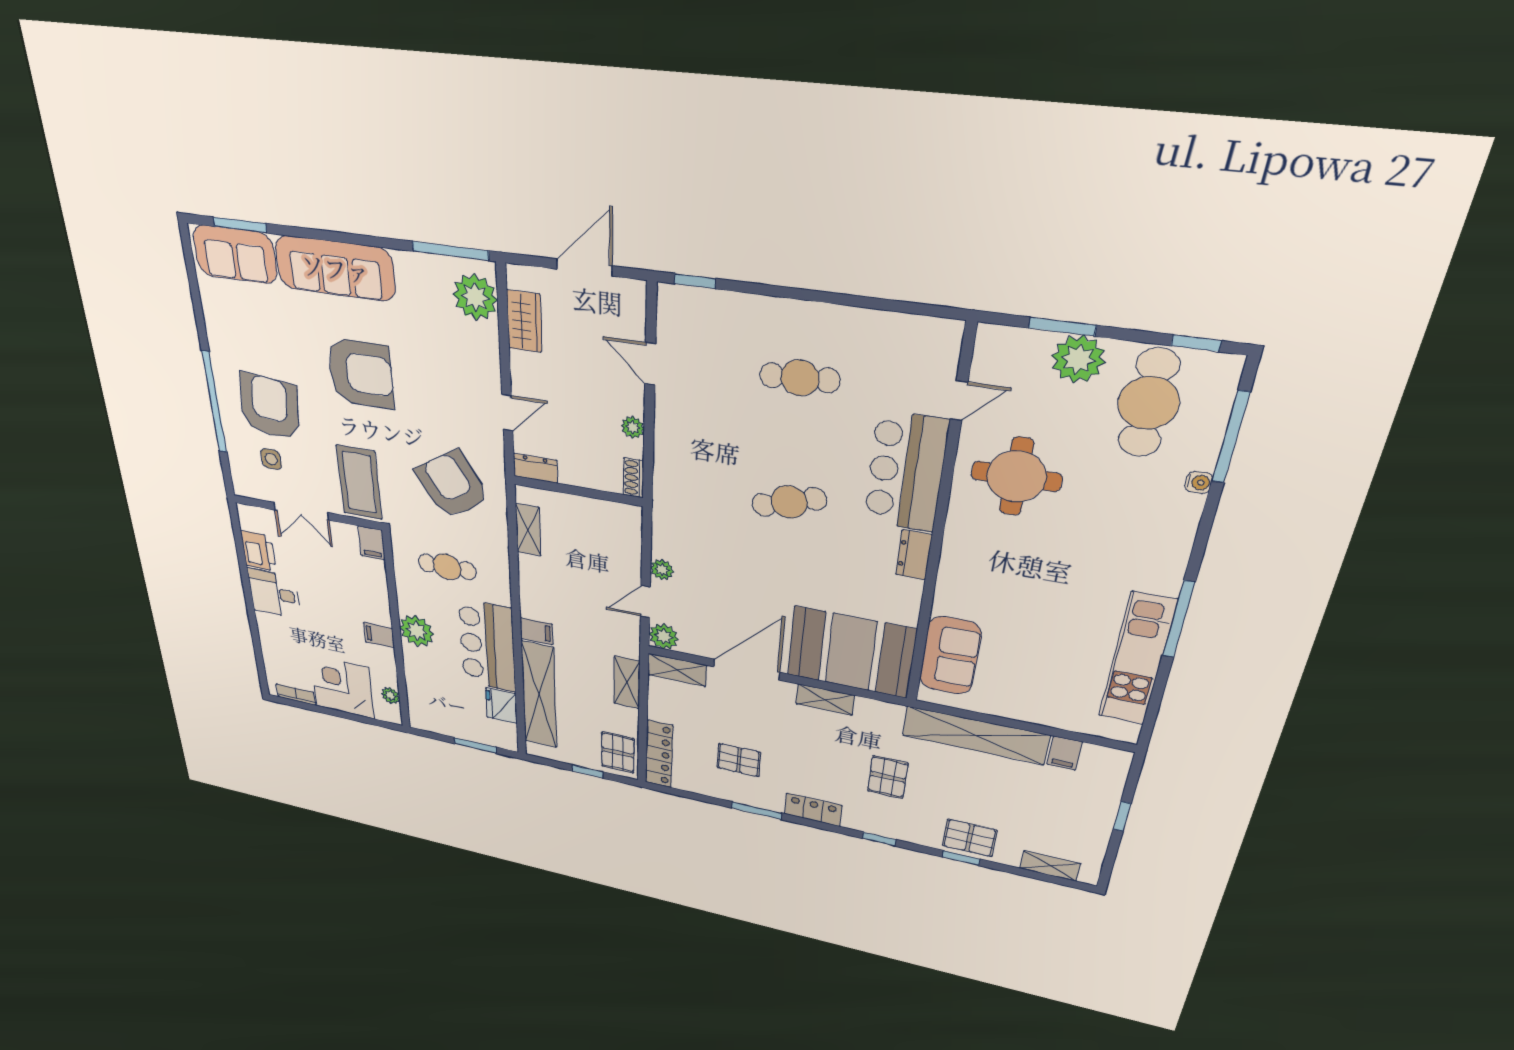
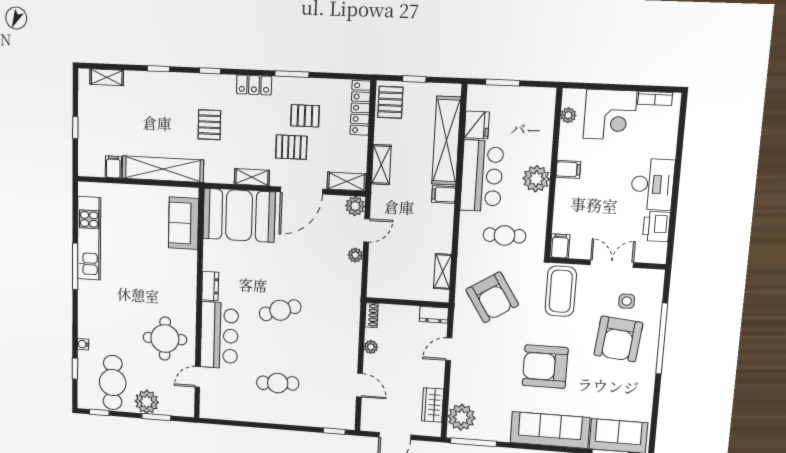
window: (1231, 437) -> (75, 369), width x0.46
desk: (274, 594) -> (652, 184), width x1.37
pallet: (969, 838) -> (291, 147), moved

